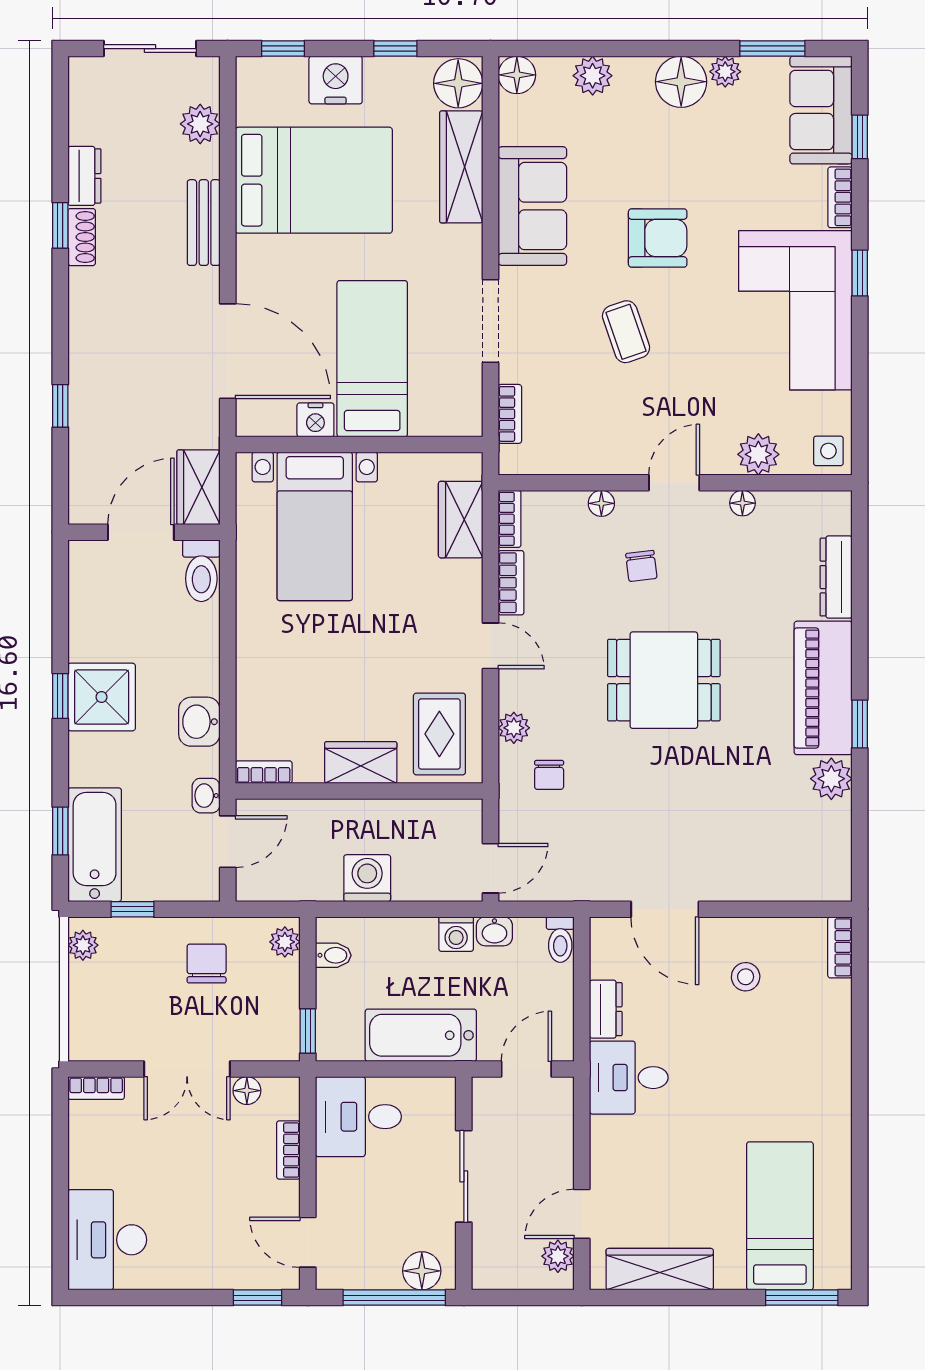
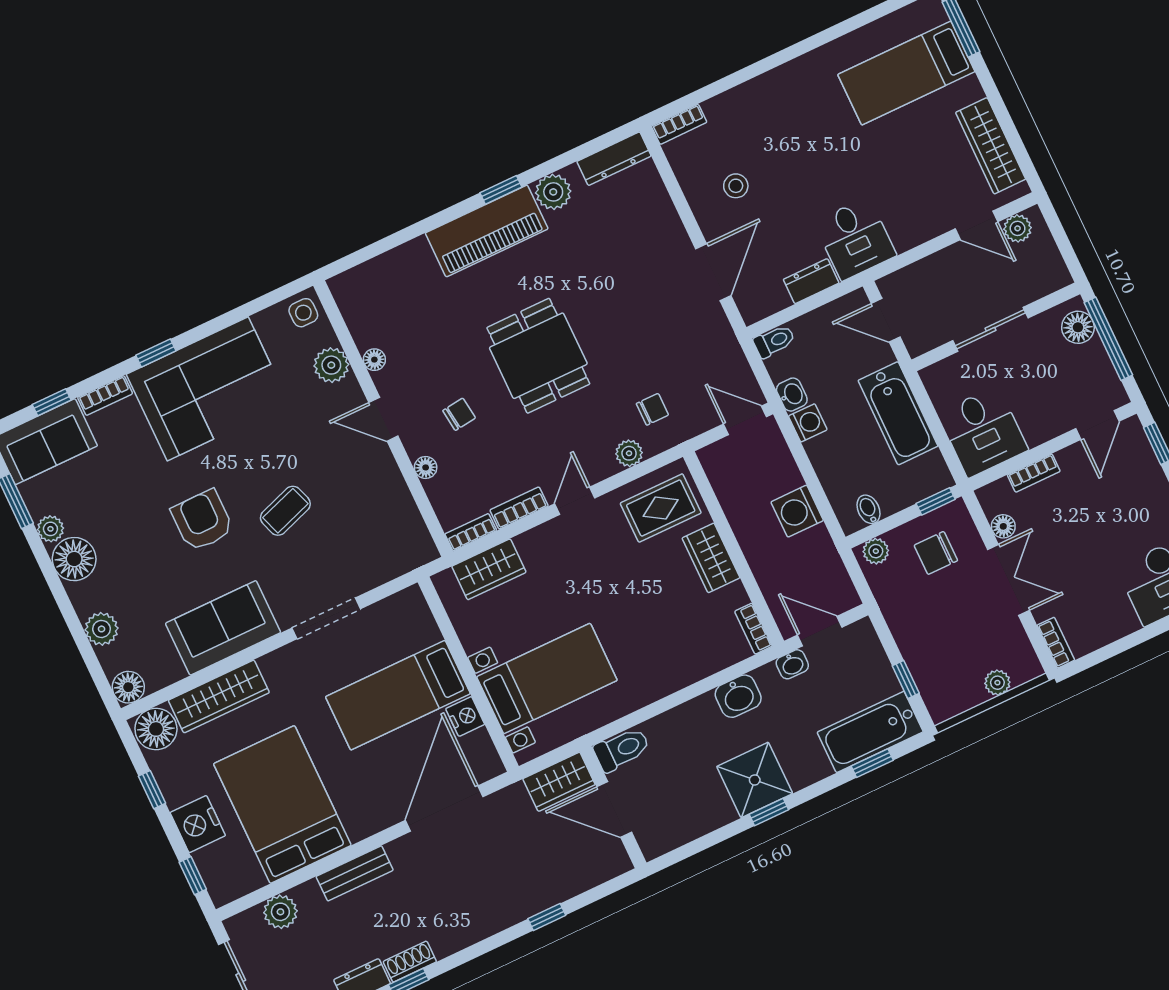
bookcase: (510, 414) -> (390, 570), removed
dresser: (836, 577) -> (614, 159), moved
plant: (83, 945) -> (997, 683), moved
chair: (207, 964) -> (936, 553), moved

